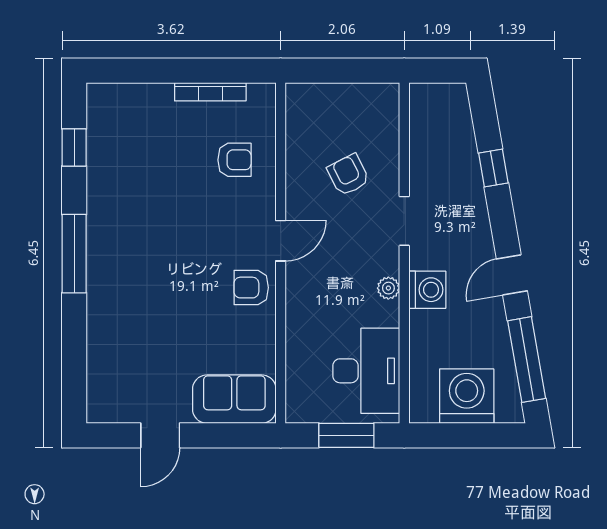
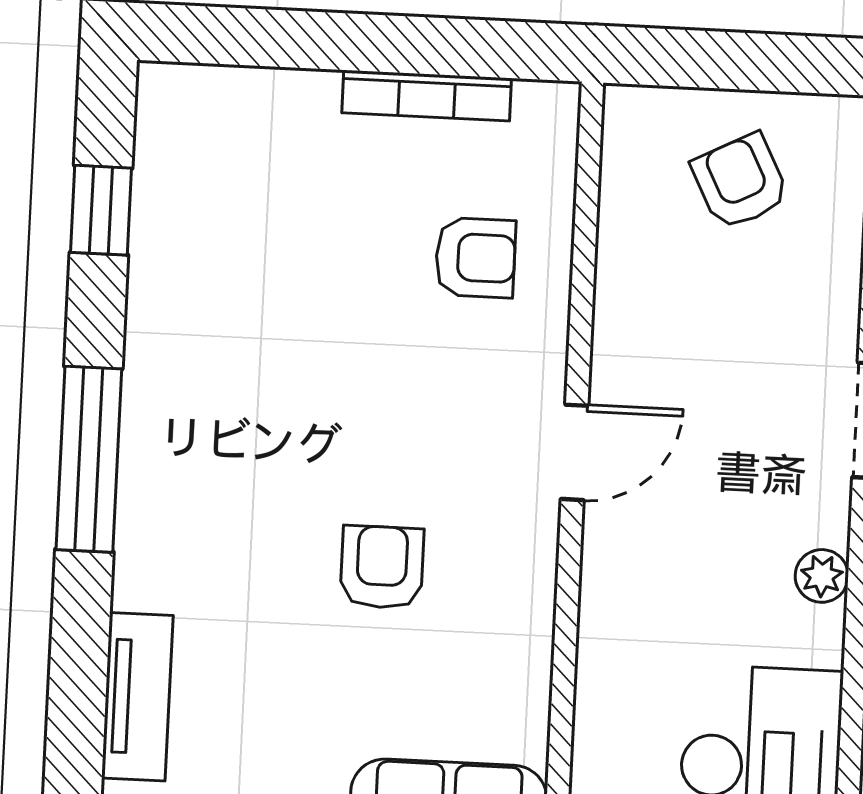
armchair: (348, 175) -> (740, 182), moved
armchair: (251, 288) -> (382, 567), moved, turned 90
tv unit: (100, 354) -> (137, 697), added

